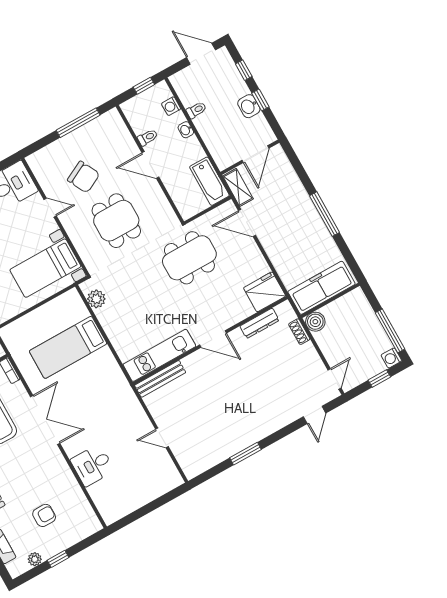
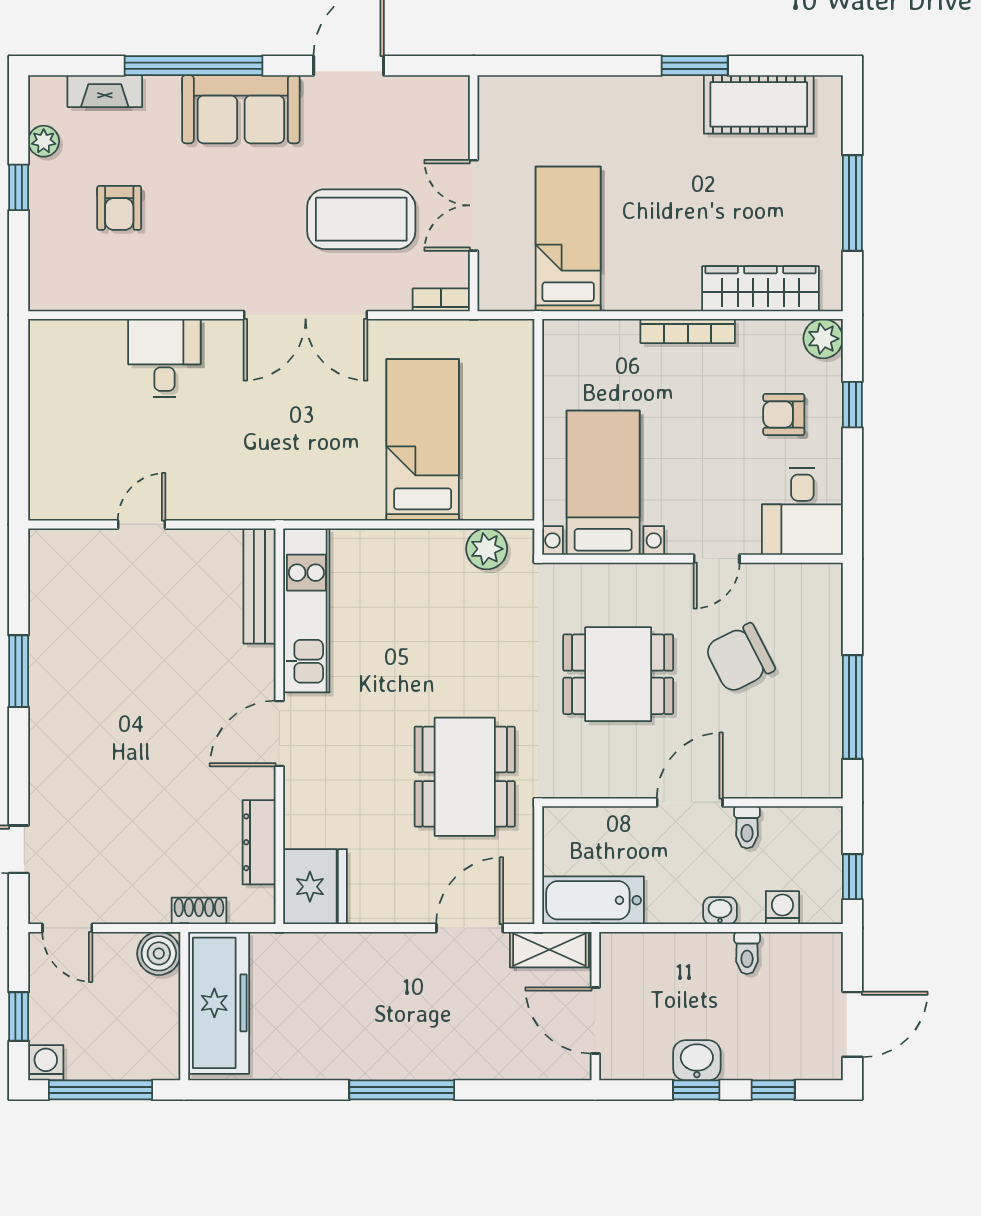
freezer: (321, 288) -> (219, 1003), moved
wall: (330, 300) -> (184, 1006), moved
boiler: (315, 322) -> (159, 953), moved

